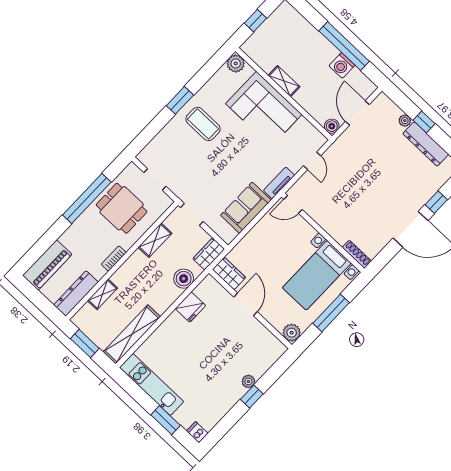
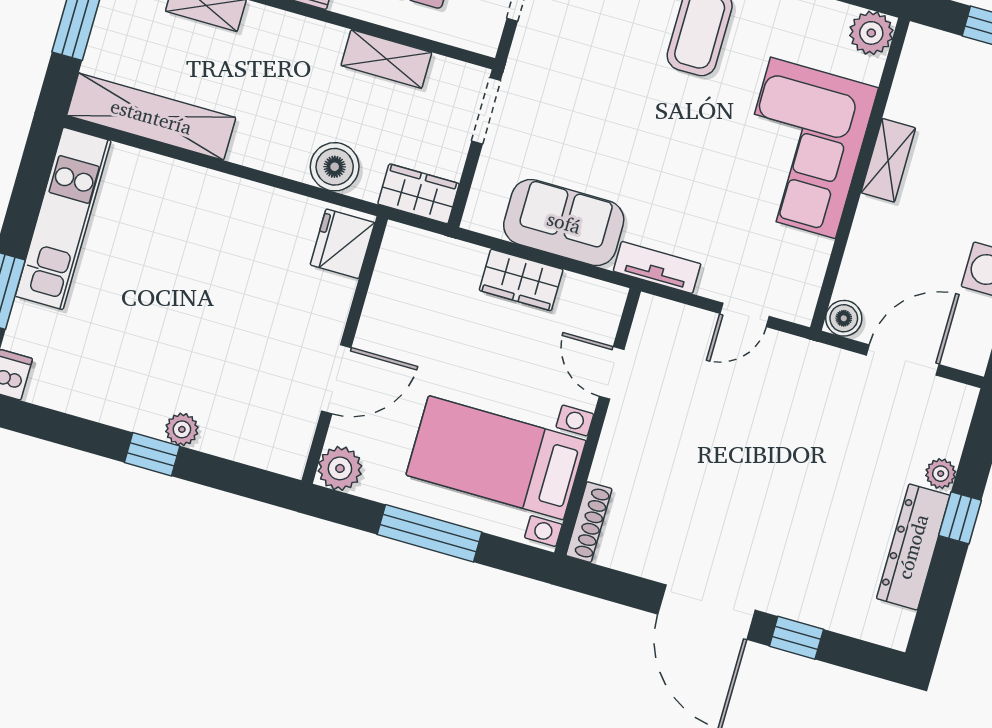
door: (293, 204) -> (612, 373), moved
wardrobe: (229, 273) -> (521, 280), moved, turned 90
door: (246, 304) -> (336, 379), moved
fridge: (190, 307) -> (342, 244), moved, turned 90

